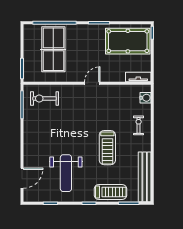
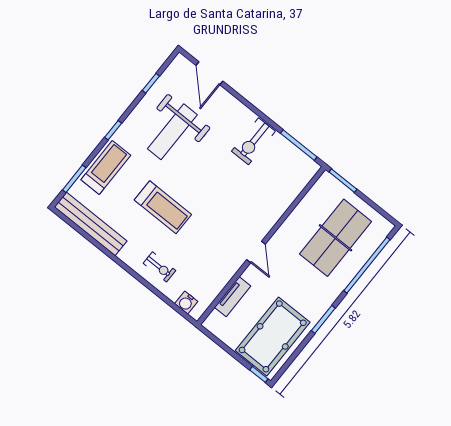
table tennis table: (53, 49) -> (336, 238), turned 90
tv unit: (138, 77) -> (233, 297), moved
exercise bike: (45, 99) -> (253, 141), moved, turned 180
treadmill: (107, 148) -> (163, 207), turned 180
weight bench: (66, 173) -> (172, 132), turned -90
treadmill: (110, 192) -> (106, 167), turned 180

